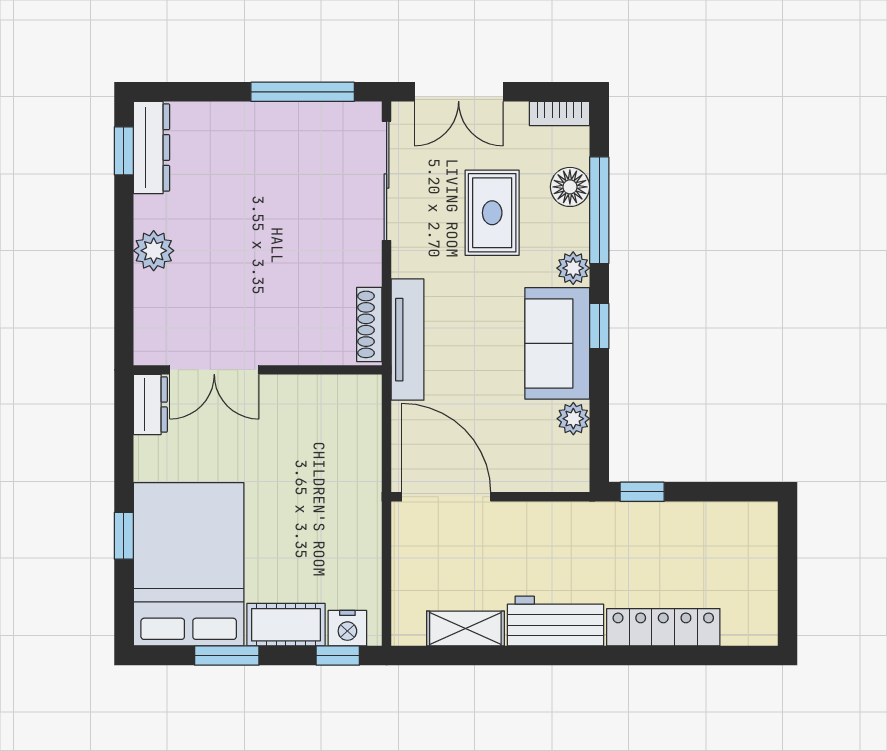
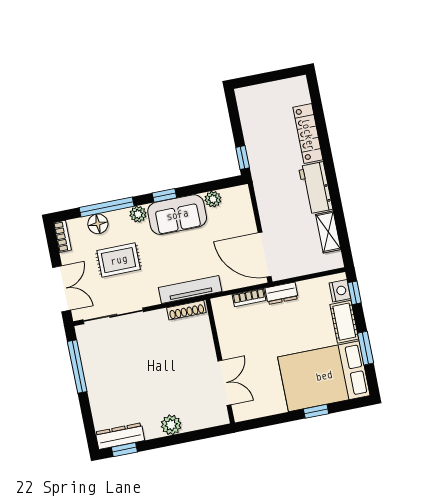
dresser: (150, 405) -> (282, 293), moved, turned 180
bookcase: (369, 450) -> (249, 298), added
door: (446, 497) -> (265, 255), hinge flipped

